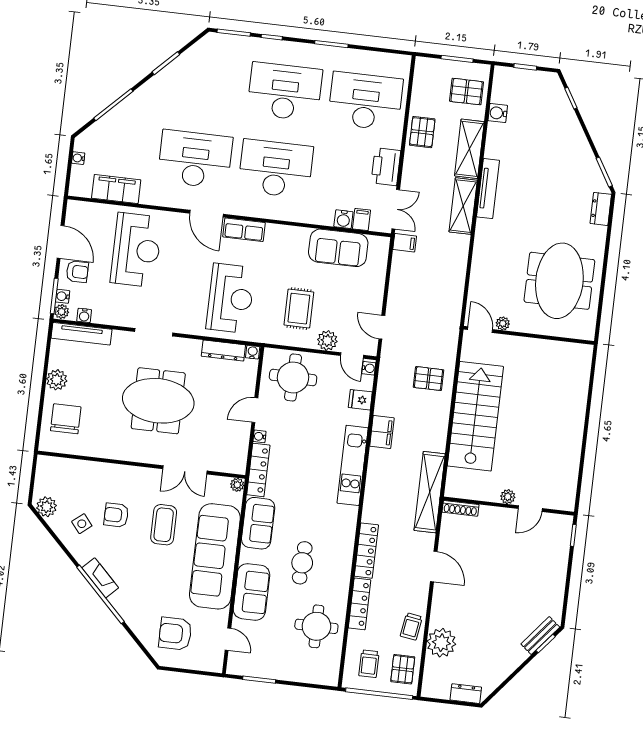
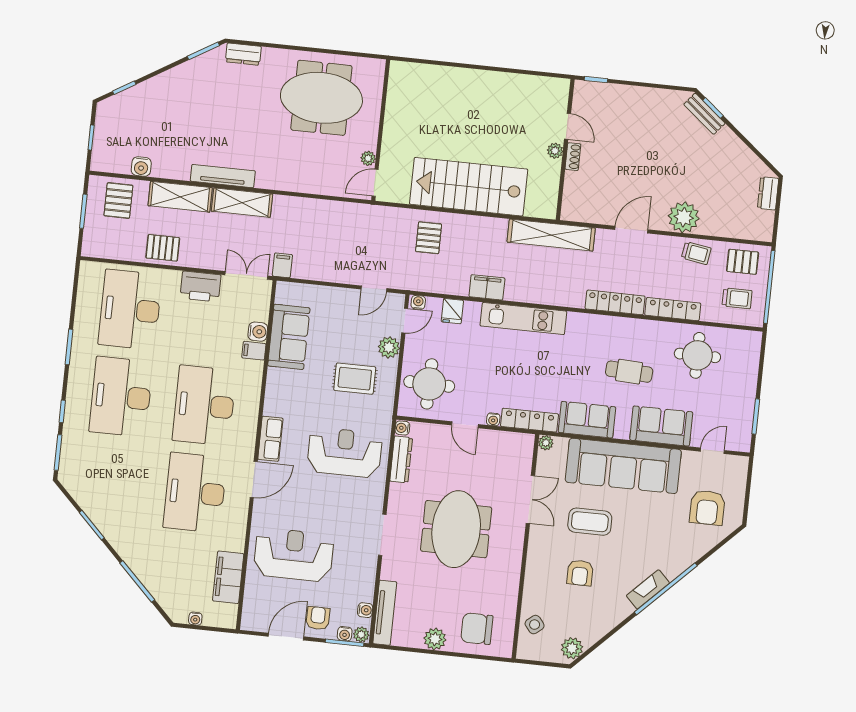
filing cabinet: (362, 219) -> (254, 351), moved
shoe rack: (460, 508) -> (573, 157), moved, width x0.70
side table: (82, 524) -> (535, 625), moved
plant: (441, 643) -> (684, 217), moved

